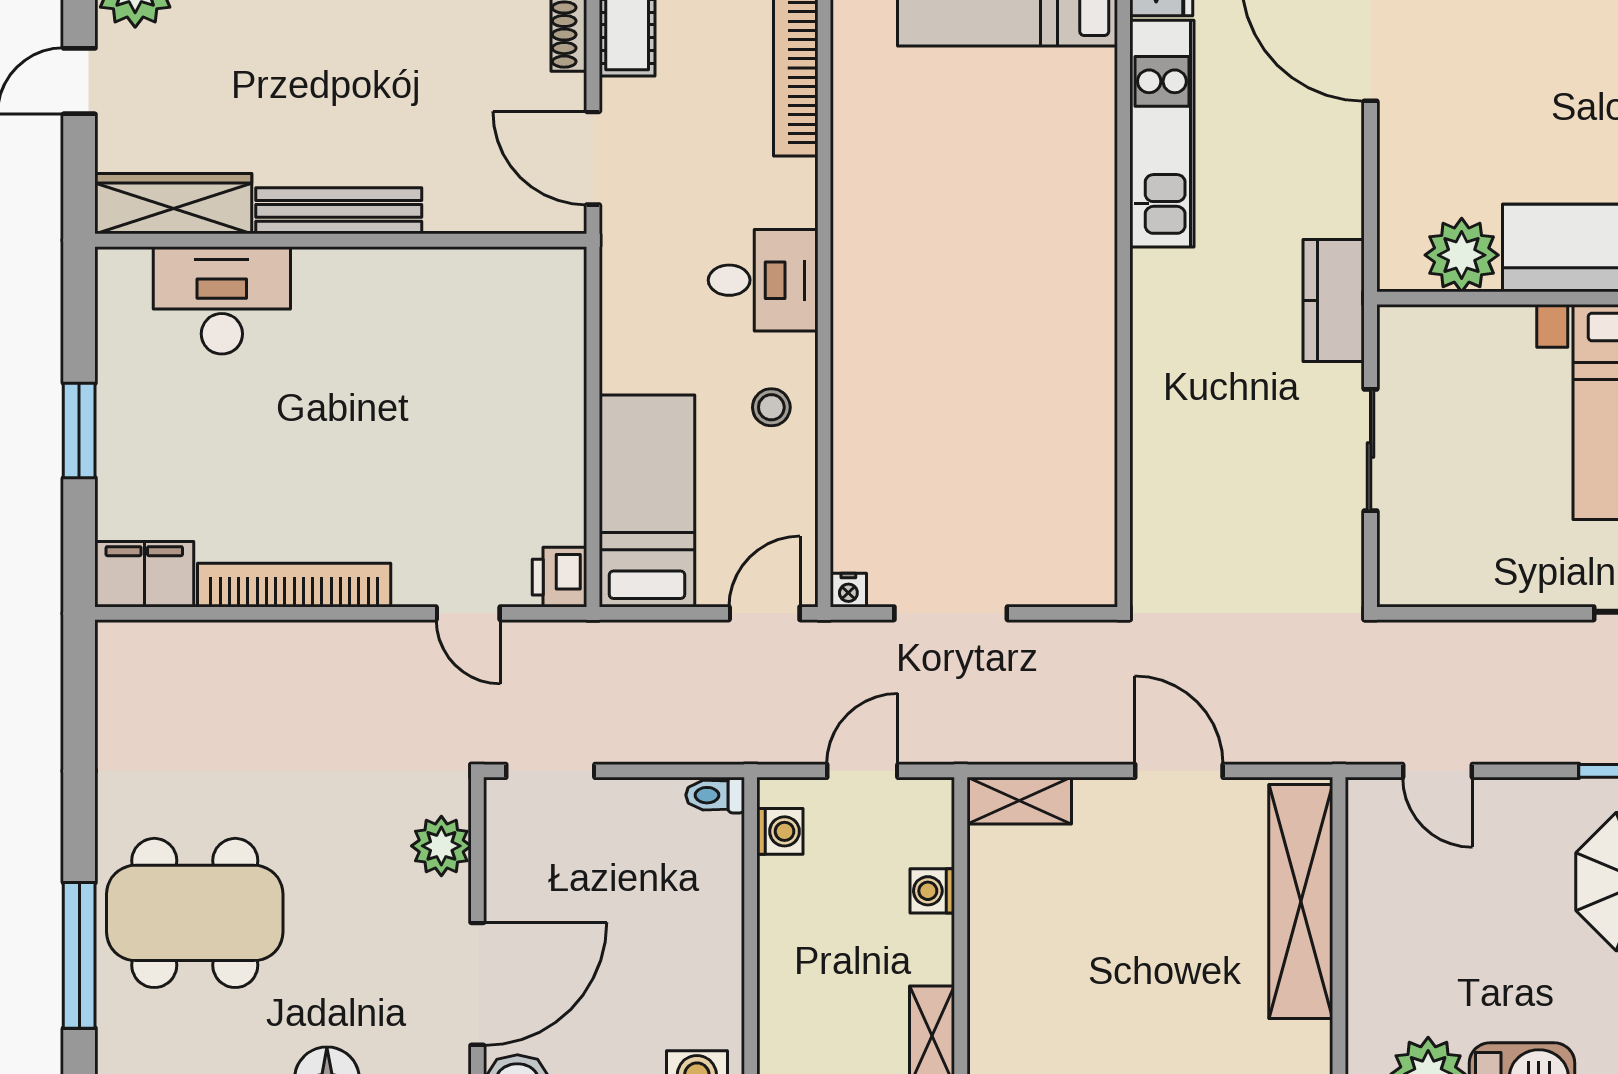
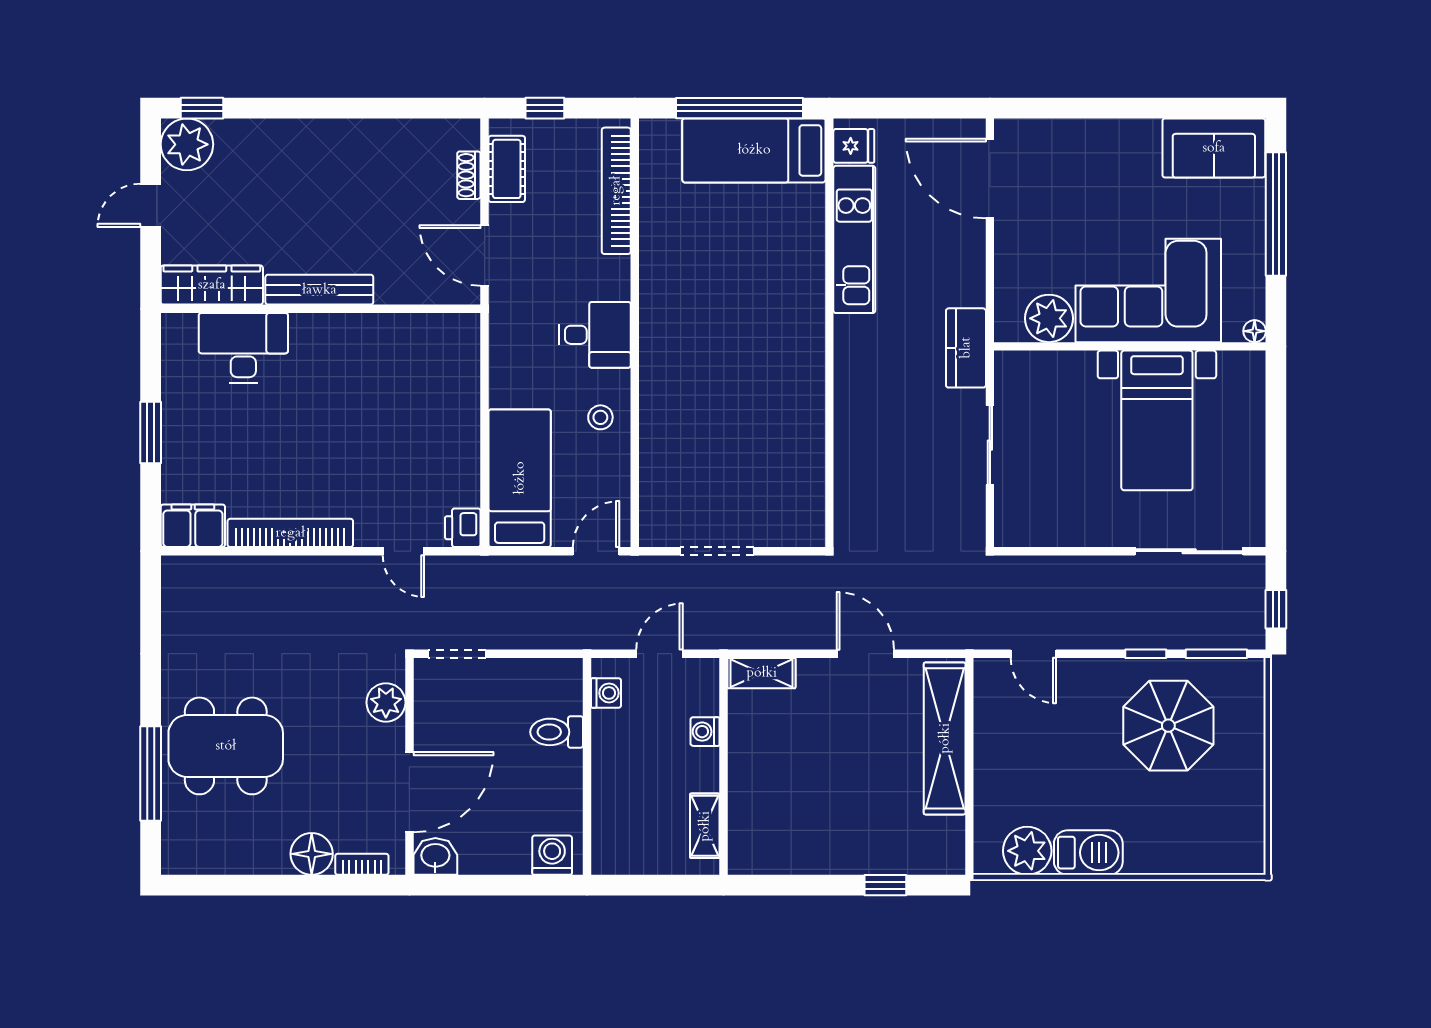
nightstand: (848, 590) -> (651, 536), removed
toilet: (715, 795) -> (557, 732), moved, width x1.37, depth x1.39

